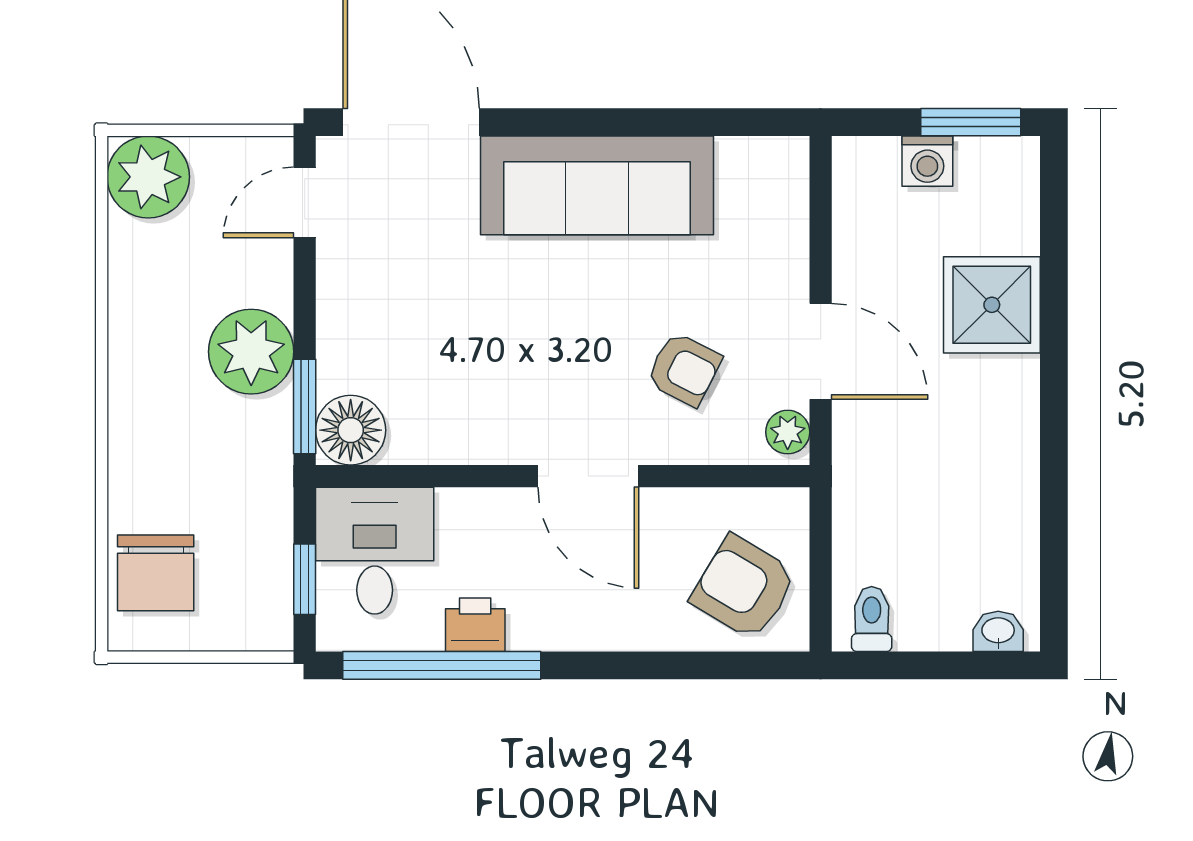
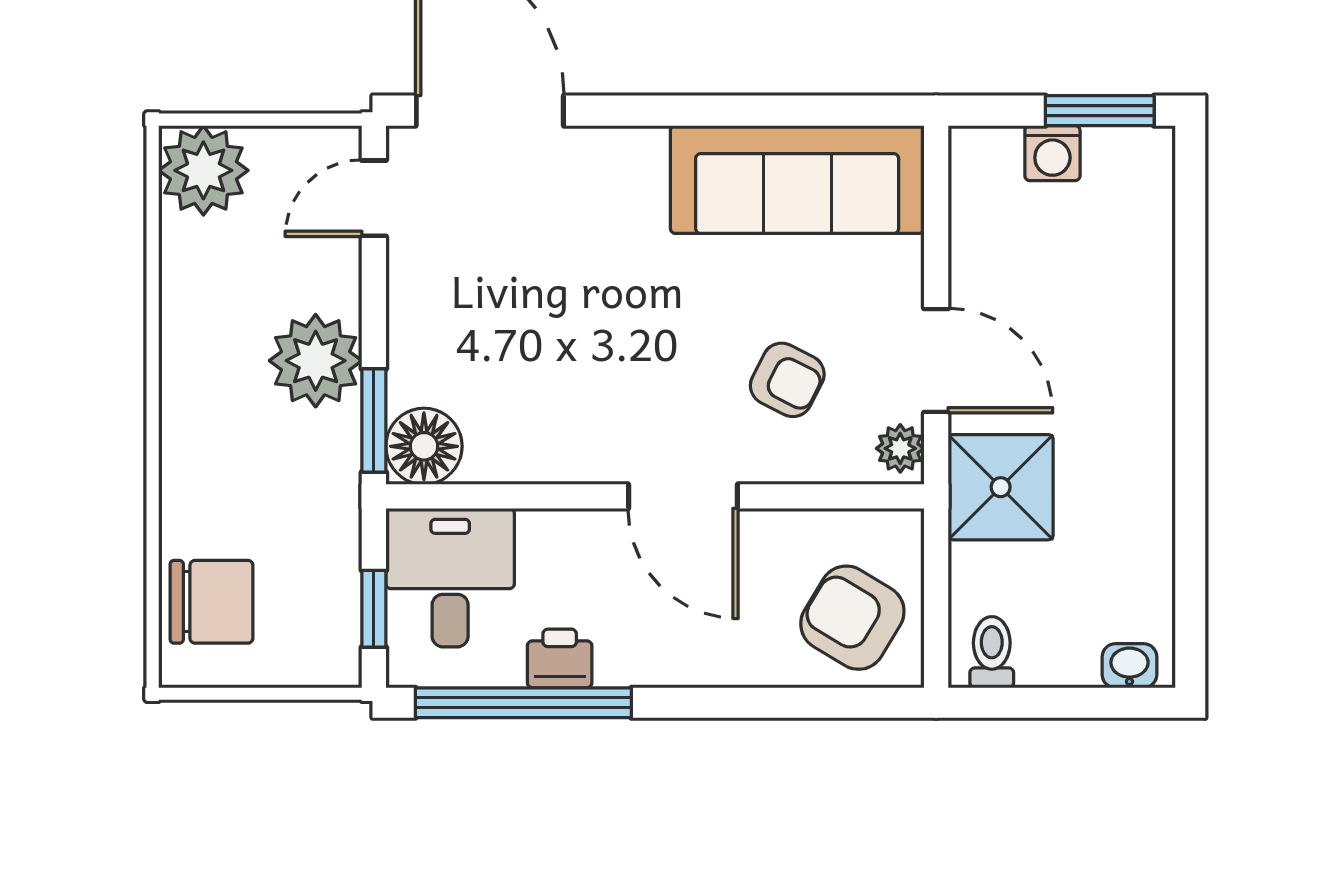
sofa: (597, 185) -> (797, 180), moved
shower: (992, 305) -> (1001, 487), moved
chair: (156, 573) -> (212, 602), turned -90

